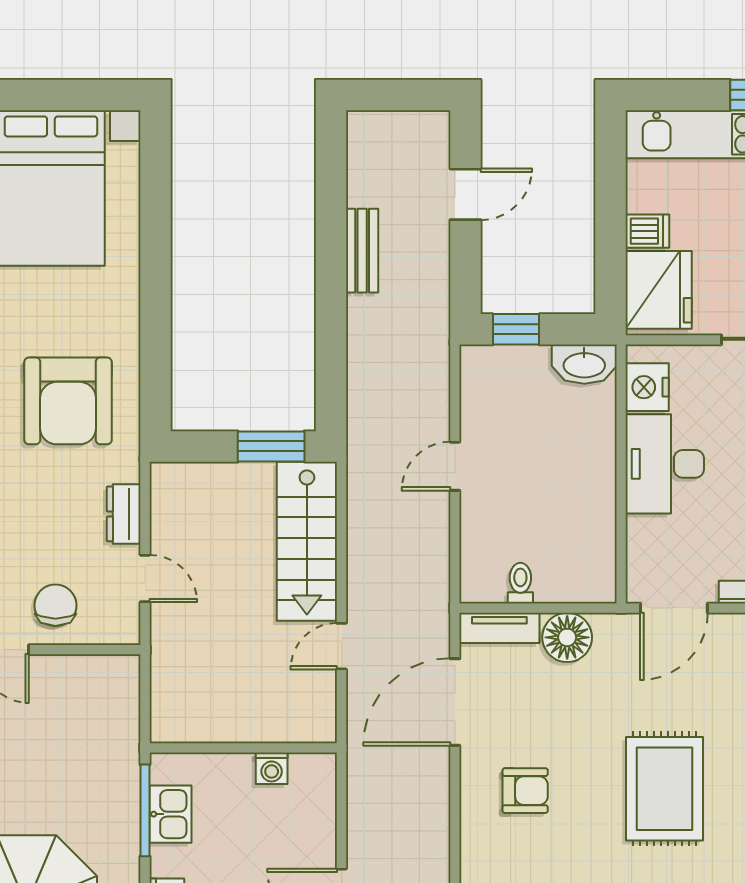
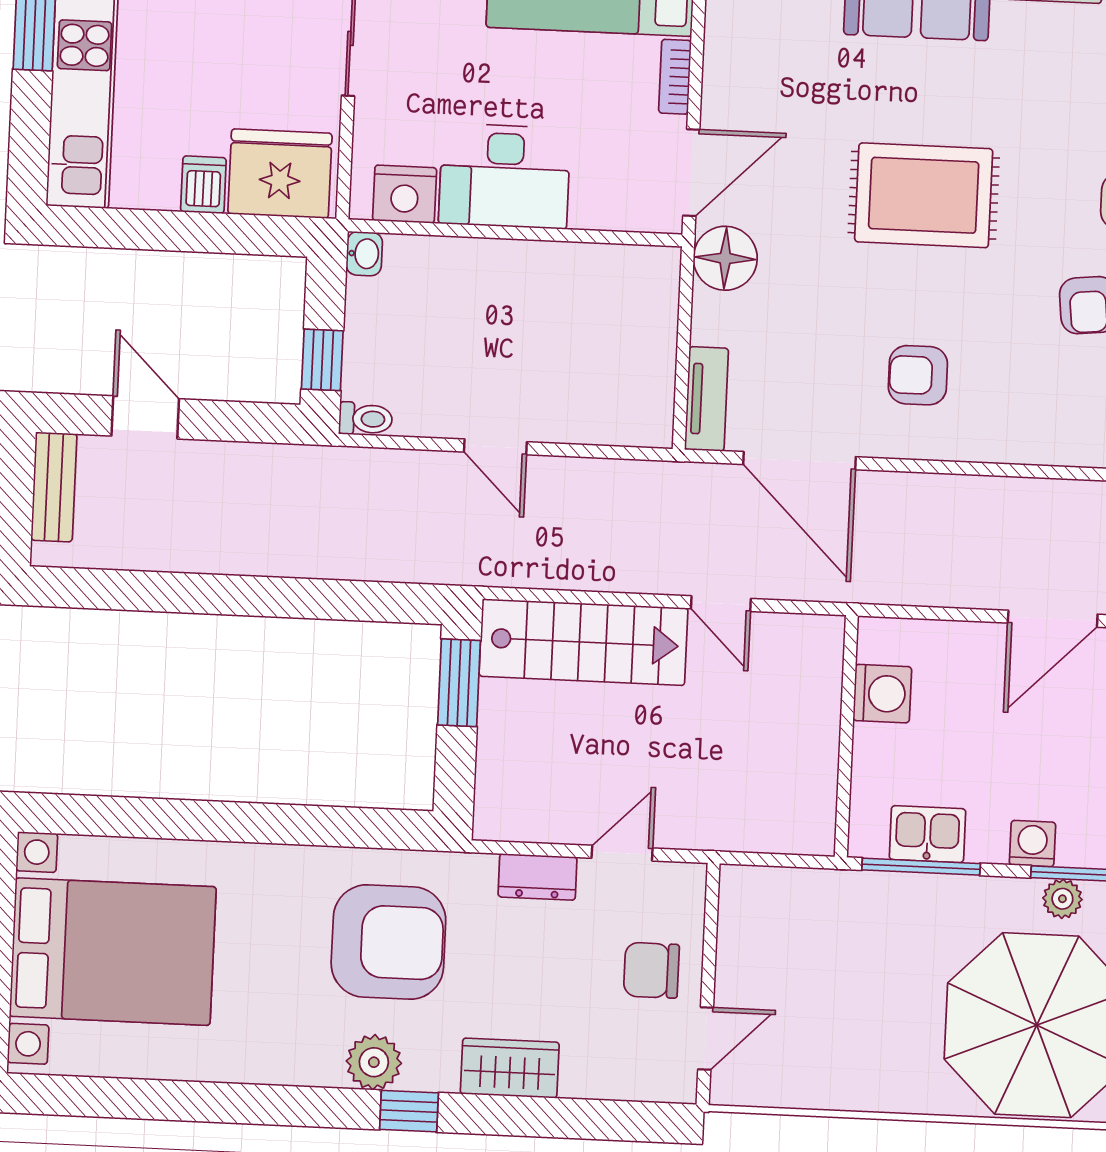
bench: (362, 251) -> (54, 487), moved, turned 90
washbasin: (584, 364) -> (364, 254), width x0.52, depth x0.69
toilet: (520, 583) -> (366, 419), moved, turned 180
door: (674, 608) -> (691, 173), hinge flipped
floor lamp: (567, 637) -> (725, 258), moved
washing machine: (272, 768) -> (882, 694), width x1.38, depth x1.38
armchair: (525, 791) -> (918, 375), turned -90

